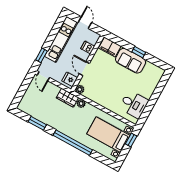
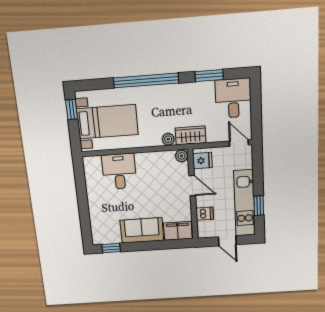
window: (139, 52) -> (111, 248), moved
window: (41, 55) -> (259, 206), moved
desk: (32, 103) -> (233, 98), added
desk: (134, 104) -> (119, 171), moved, turned 90
window: (131, 140) -> (72, 110), moved

